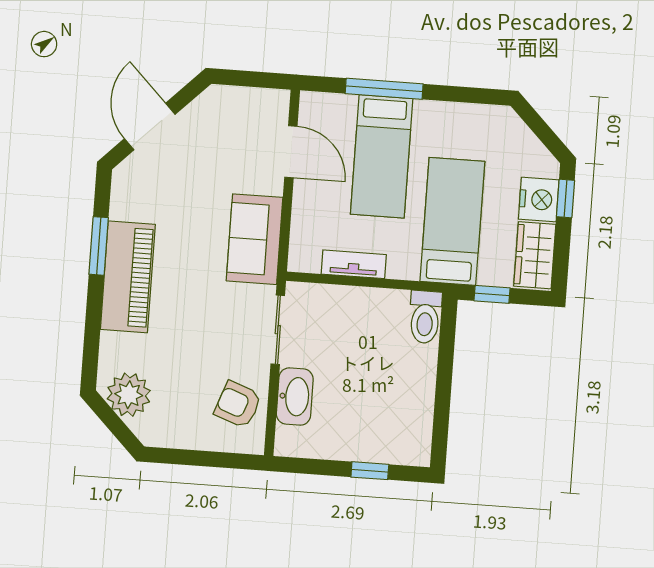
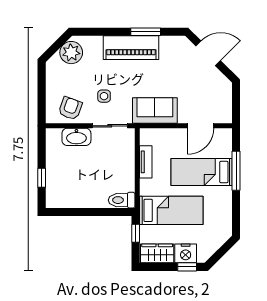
side table: (219, 337) -> (104, 96), added

